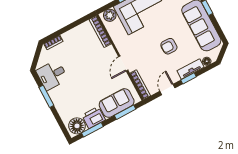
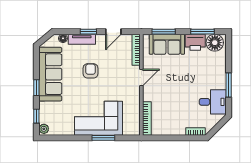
plant: (110, 15) -> (130, 129), removed
armchair: (169, 46) -> (91, 71), turned -90

